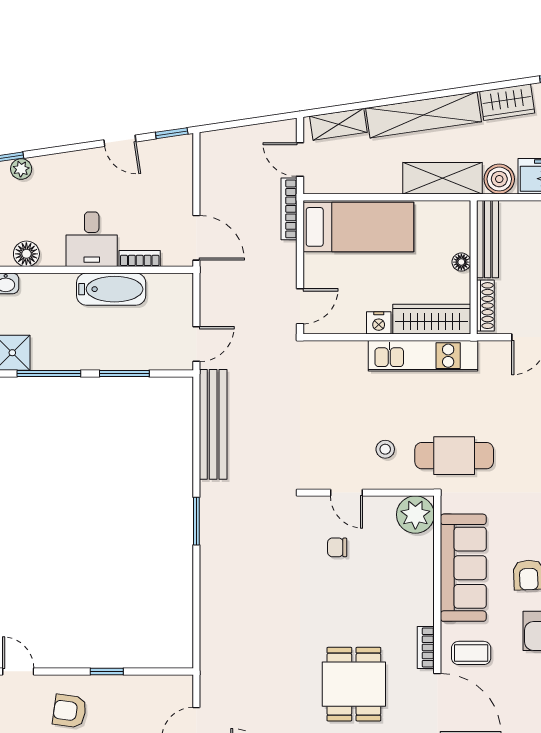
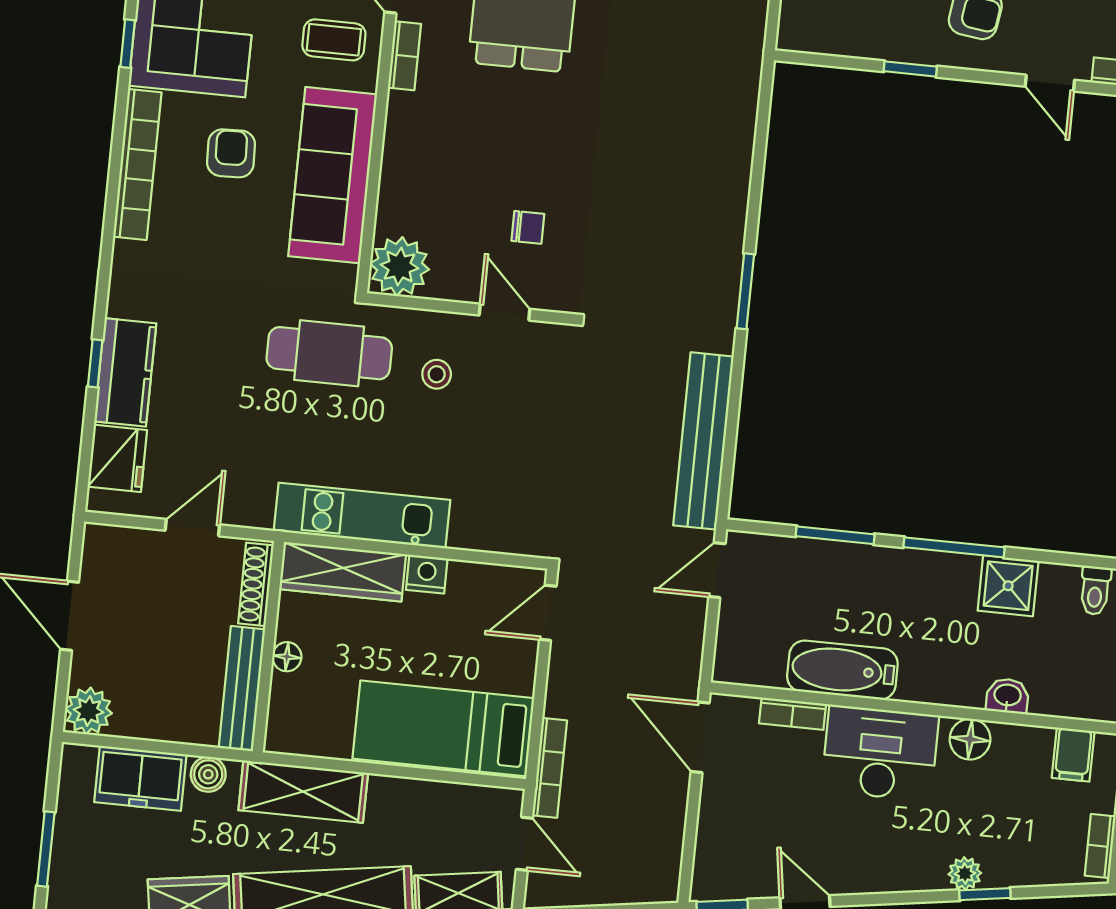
boiler: (499, 179) -> (208, 774), width x0.73, depth x0.73
desk: (92, 239) -> (880, 753), width x1.37

